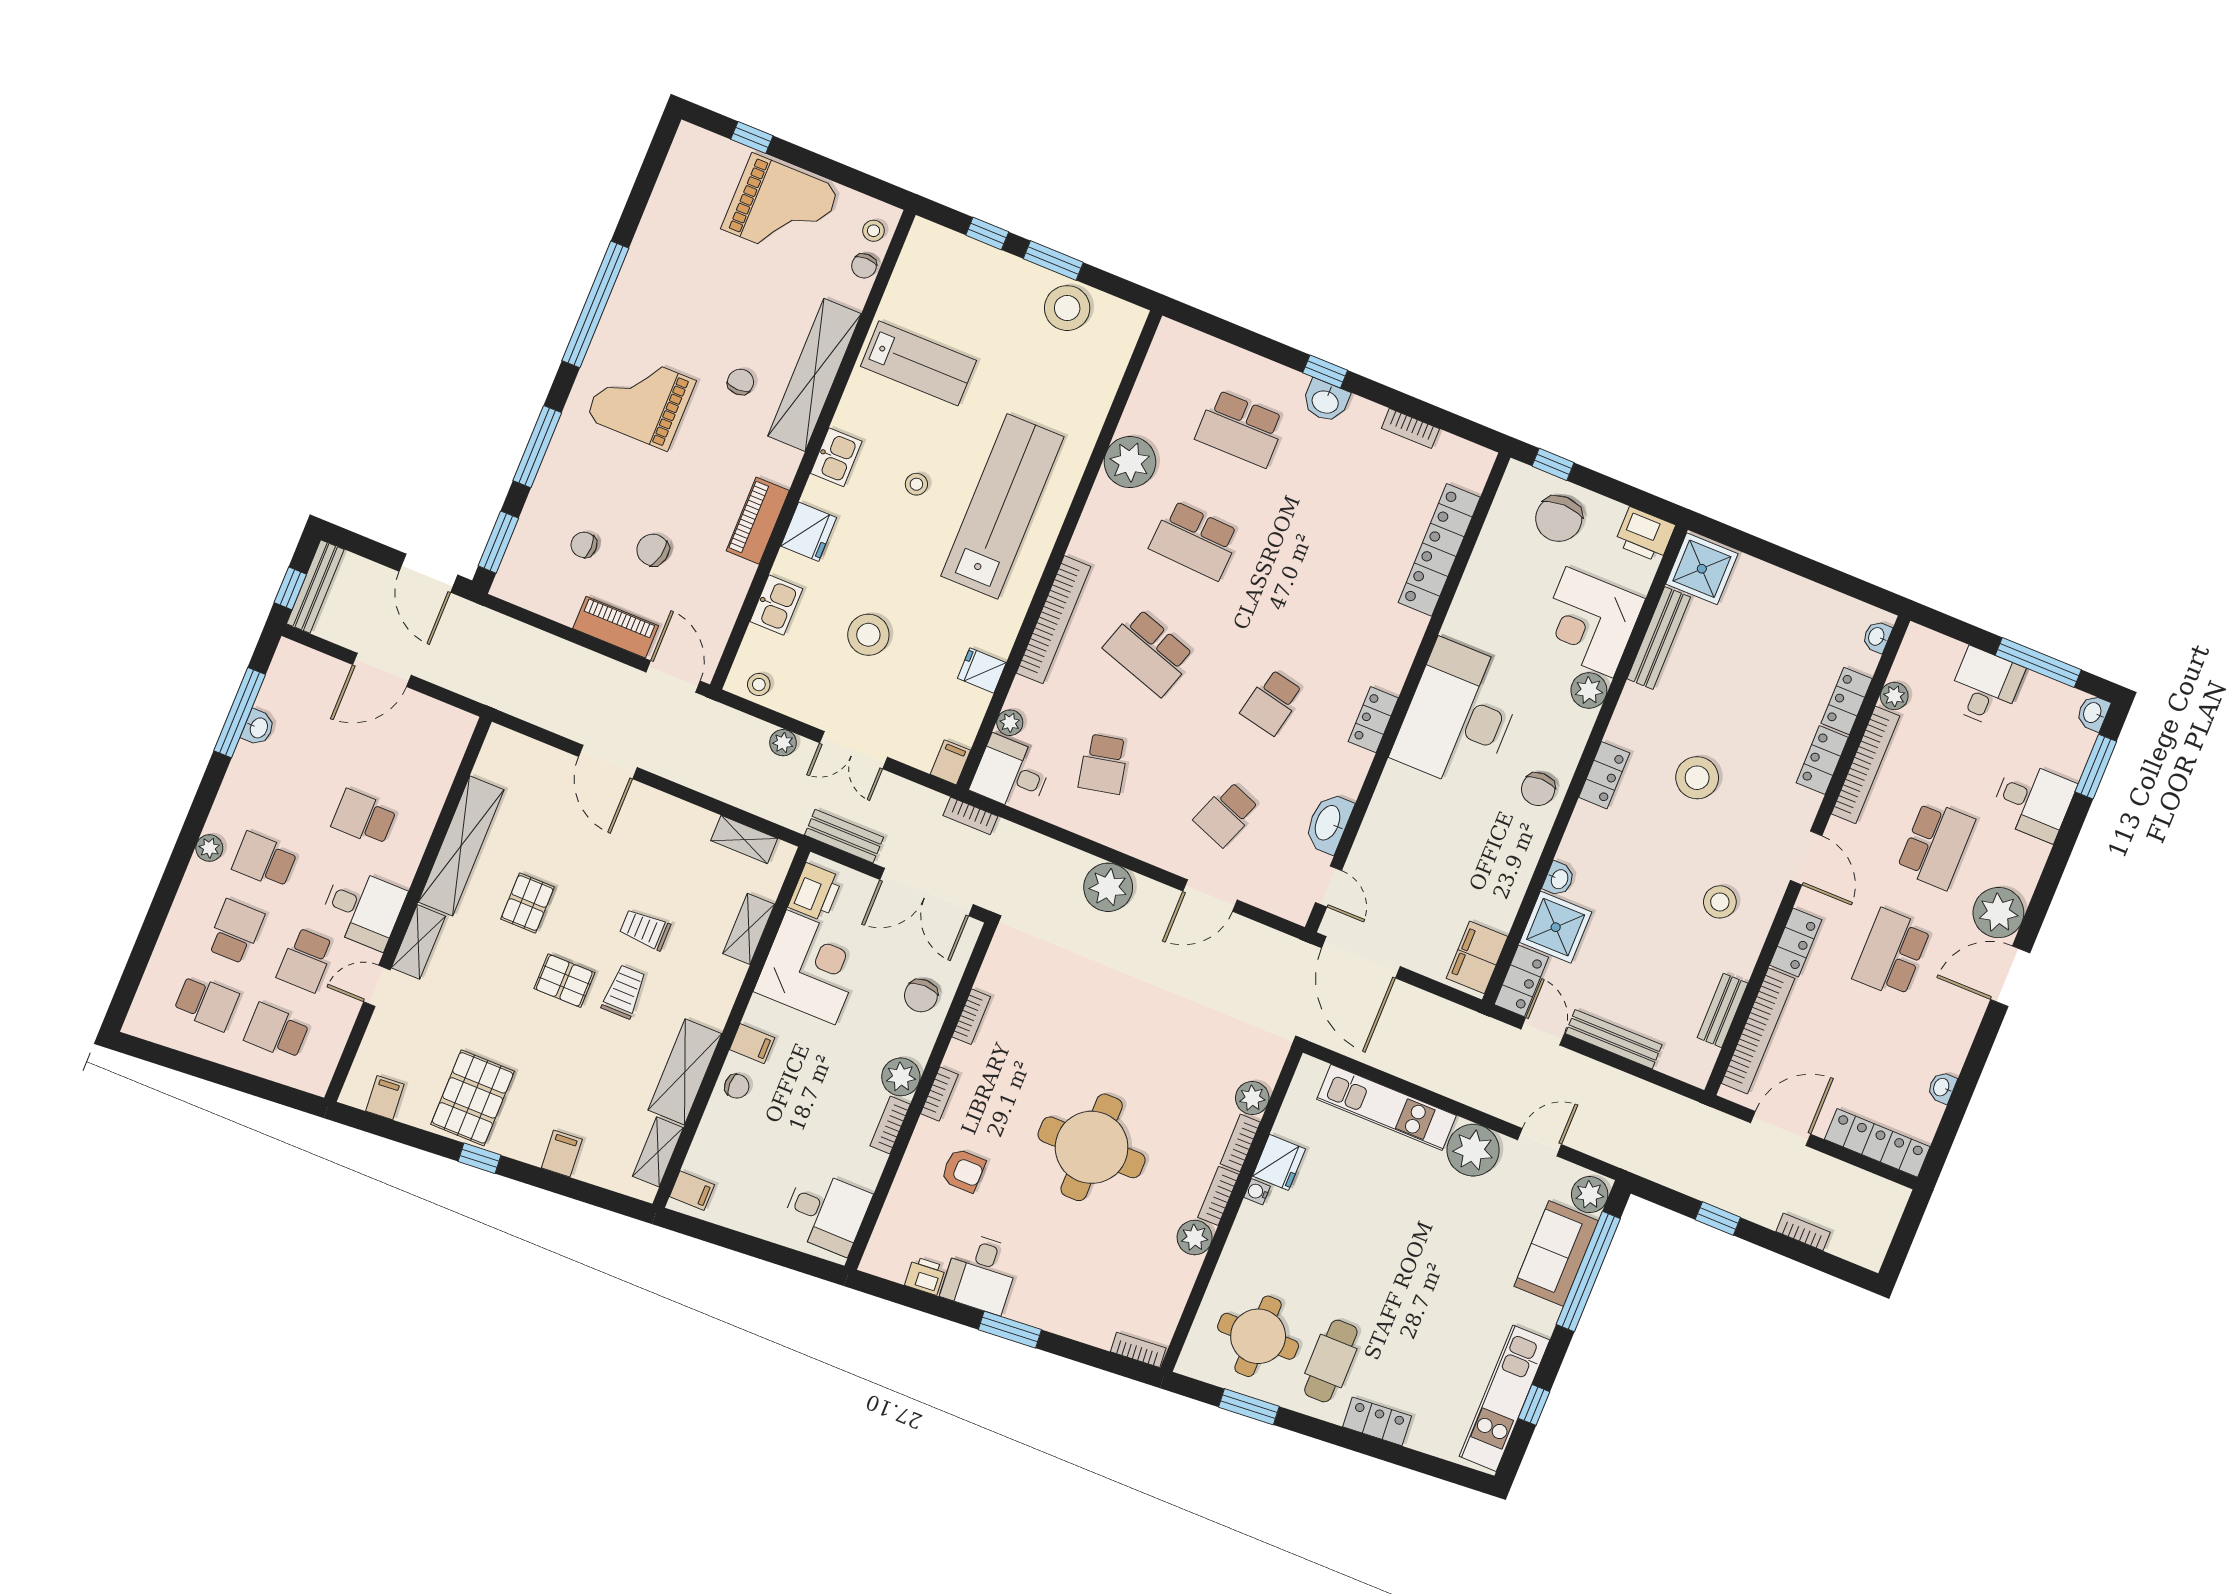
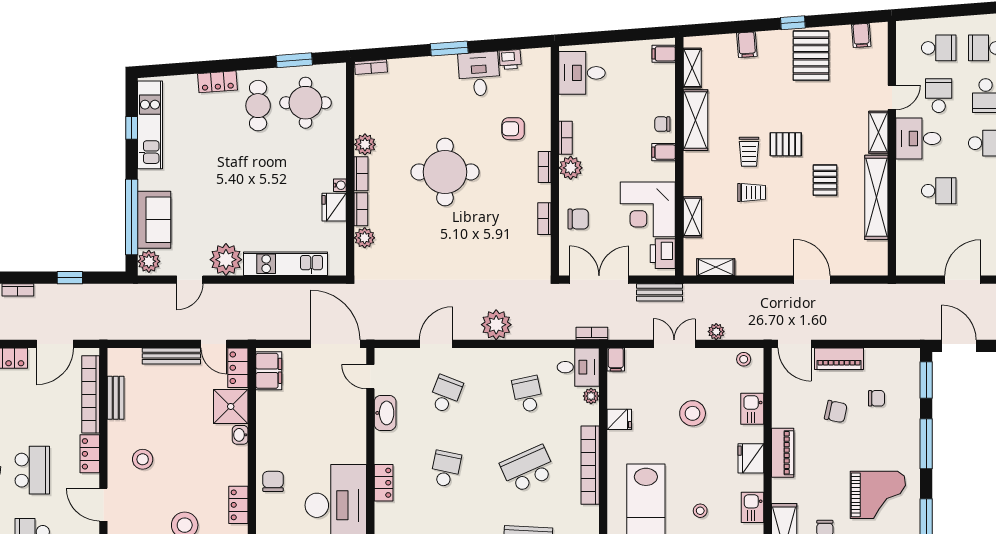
school desk: (1149, 652) -> (528, 469), turned -42
chair: (921, 996) -> (578, 219), turned 90

